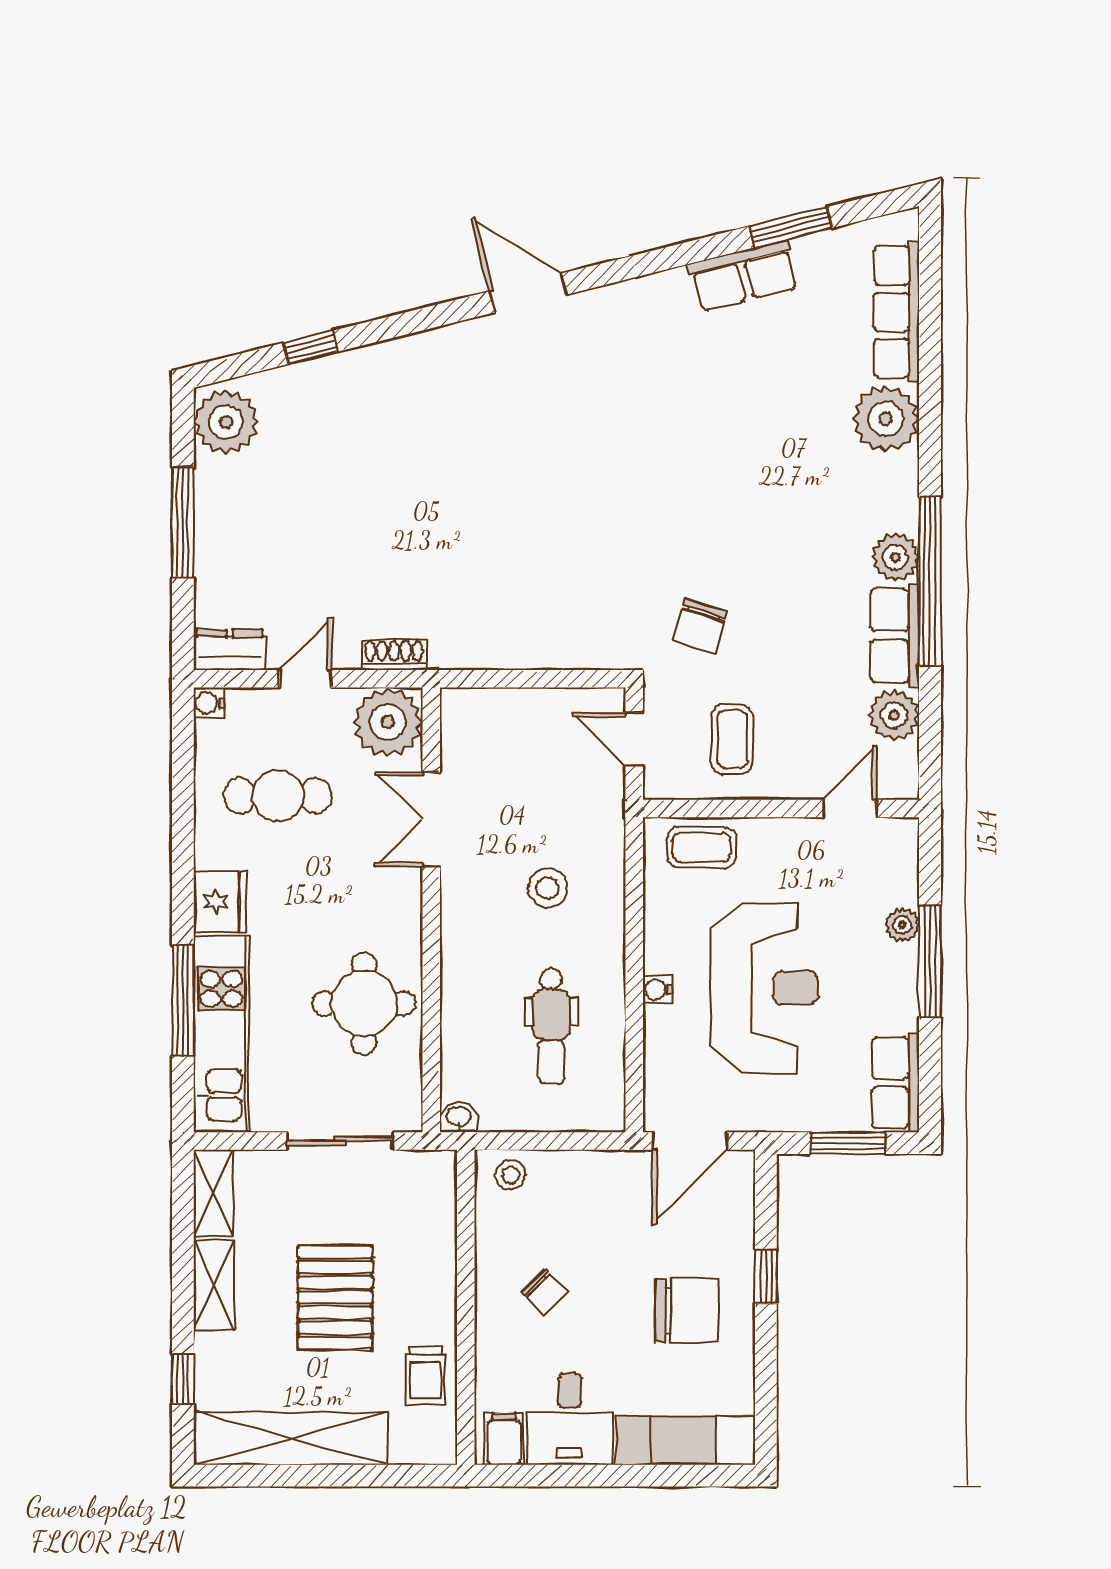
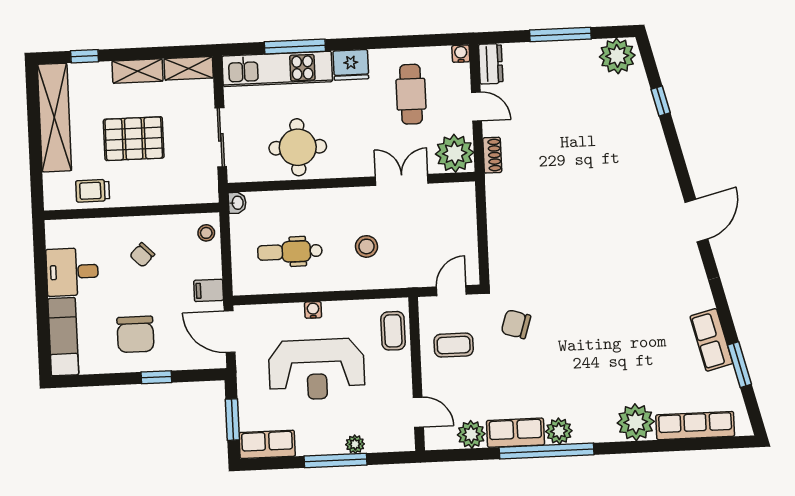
filing cabinet: (504, 1439) -> (209, 290), moved, turned 180

